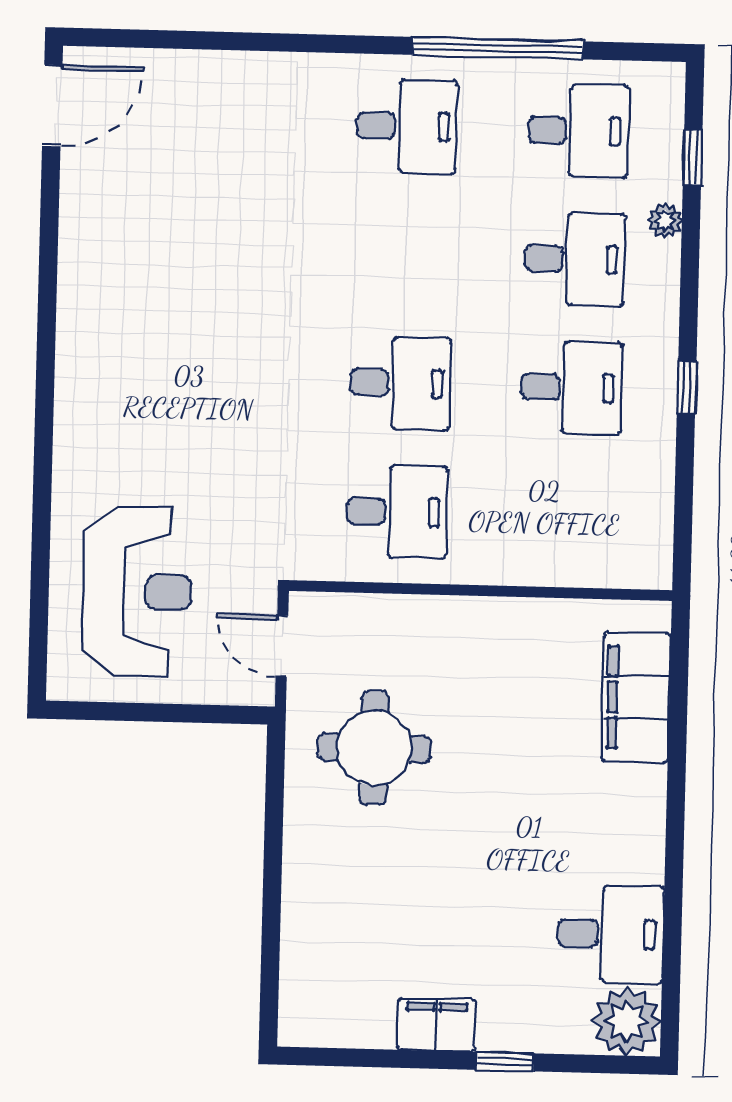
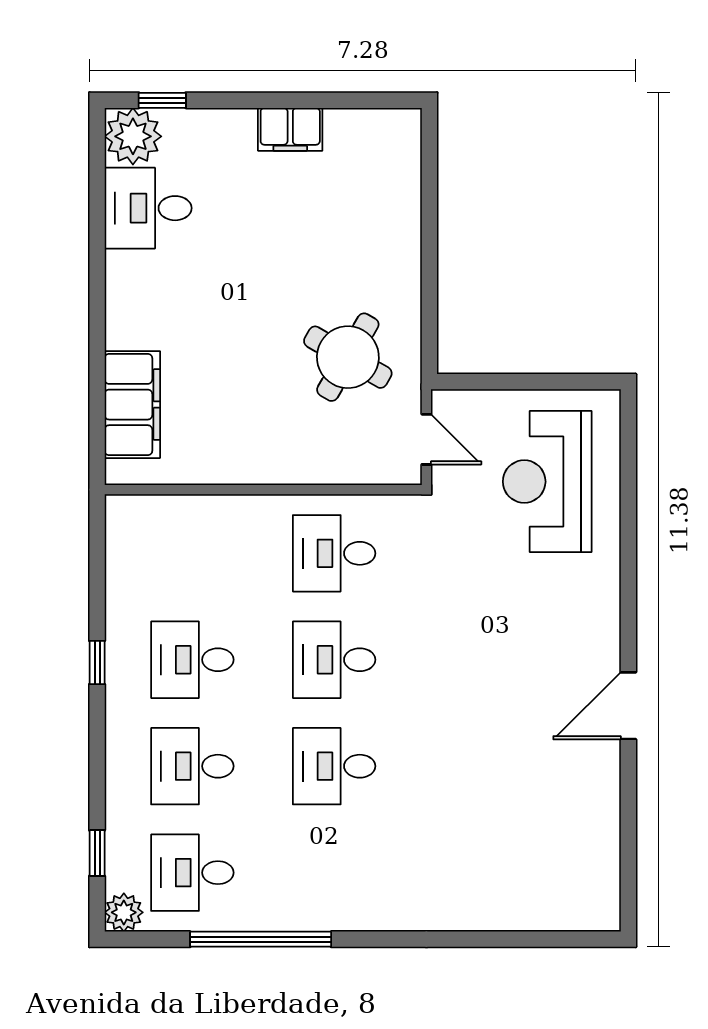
door: (52, 106) -> (628, 706), moved
desk: (407, 126) -> (334, 766), moved
plant: (665, 220) -> (124, 912), moved, width x1.38, depth x1.38
round table: (374, 748) -> (348, 357), turned 30
window: (505, 1062) -> (162, 100), moved

